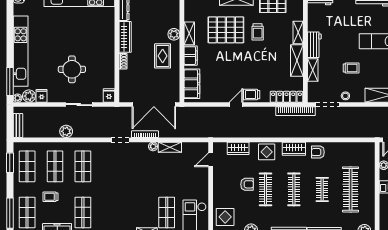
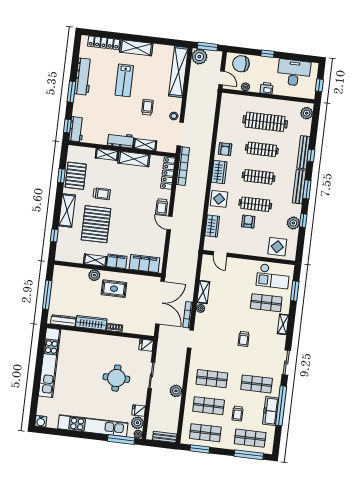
clothes rail: (322, 189) -> (262, 149), width x1.36
trolley: (127, 194) -> (244, 339), added

